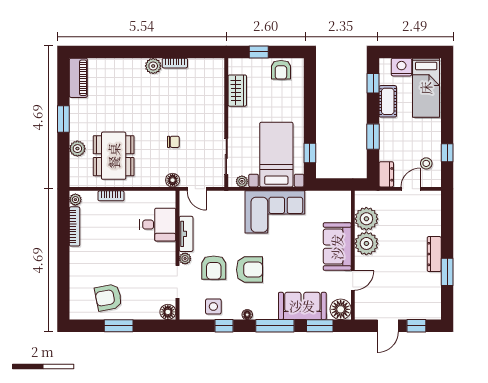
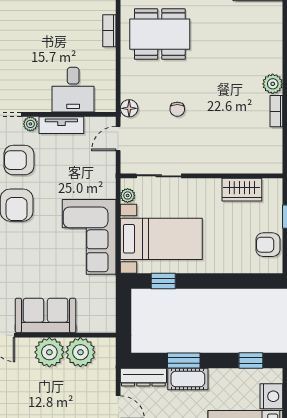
cot: (388, 101) -> (188, 379), moved
dresser: (386, 174) -> (143, 377), width x1.44

